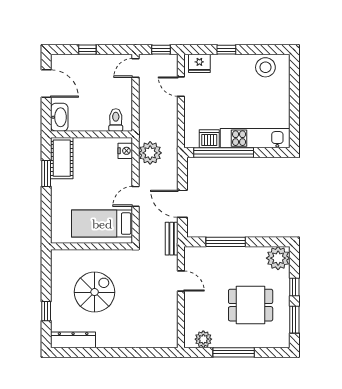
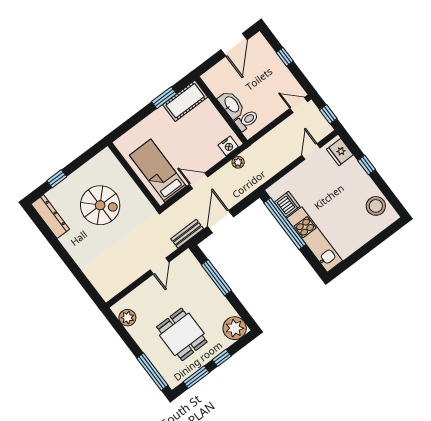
washbasin: (59, 117) -> (231, 105), moved, turned -90
plant: (150, 153) -> (238, 162), width x0.53, depth x0.53
window: (234, 352) -> (152, 372), moved

